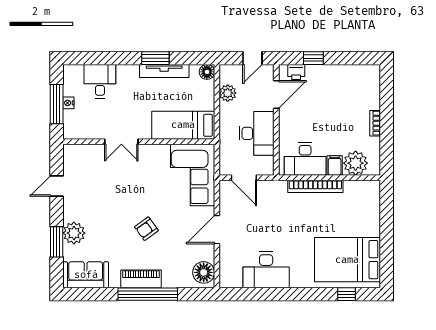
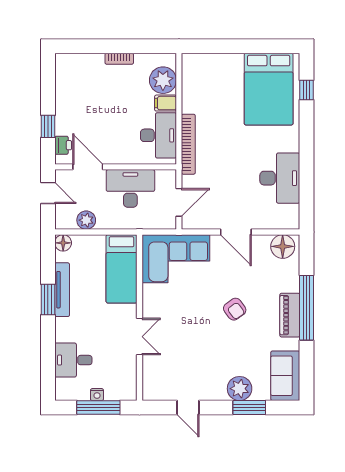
bookcase: (315, 186) -> (188, 144), moved

